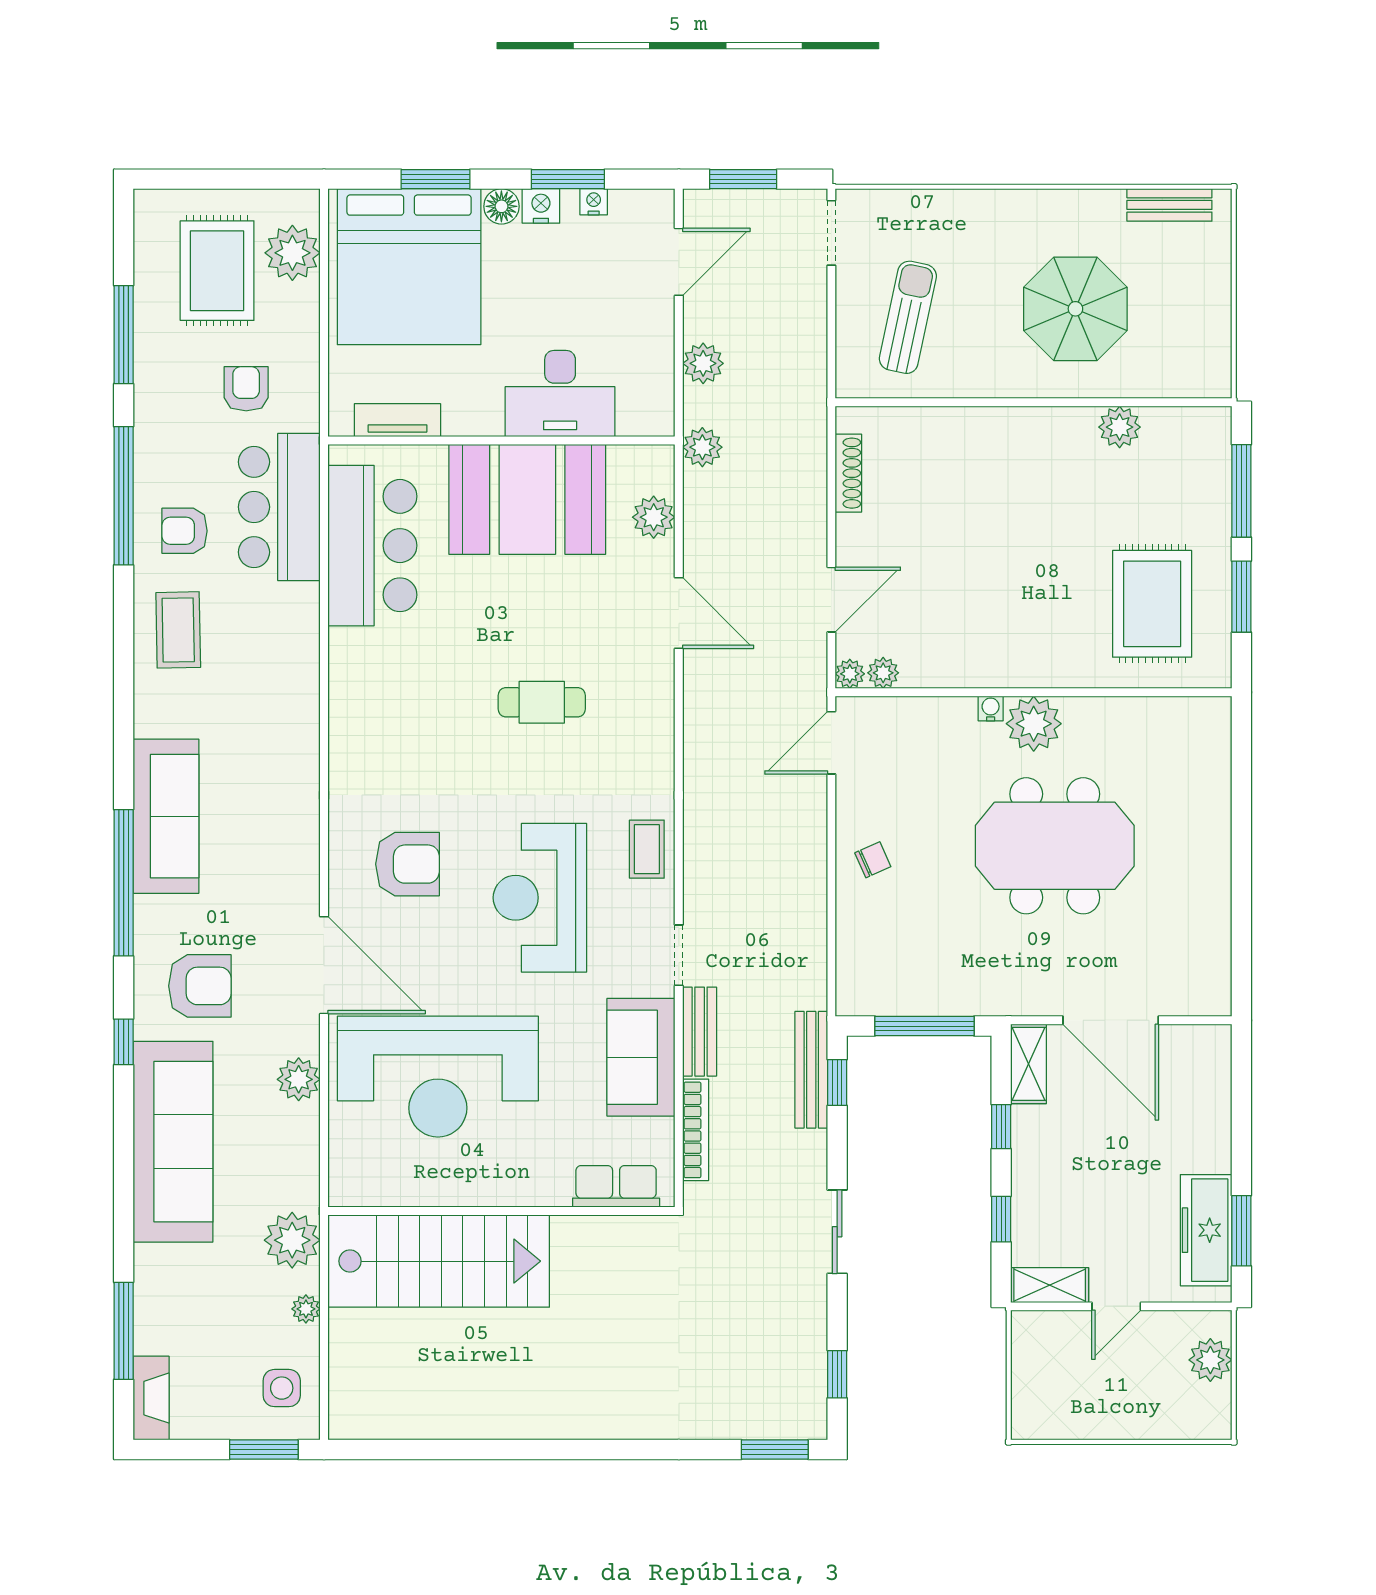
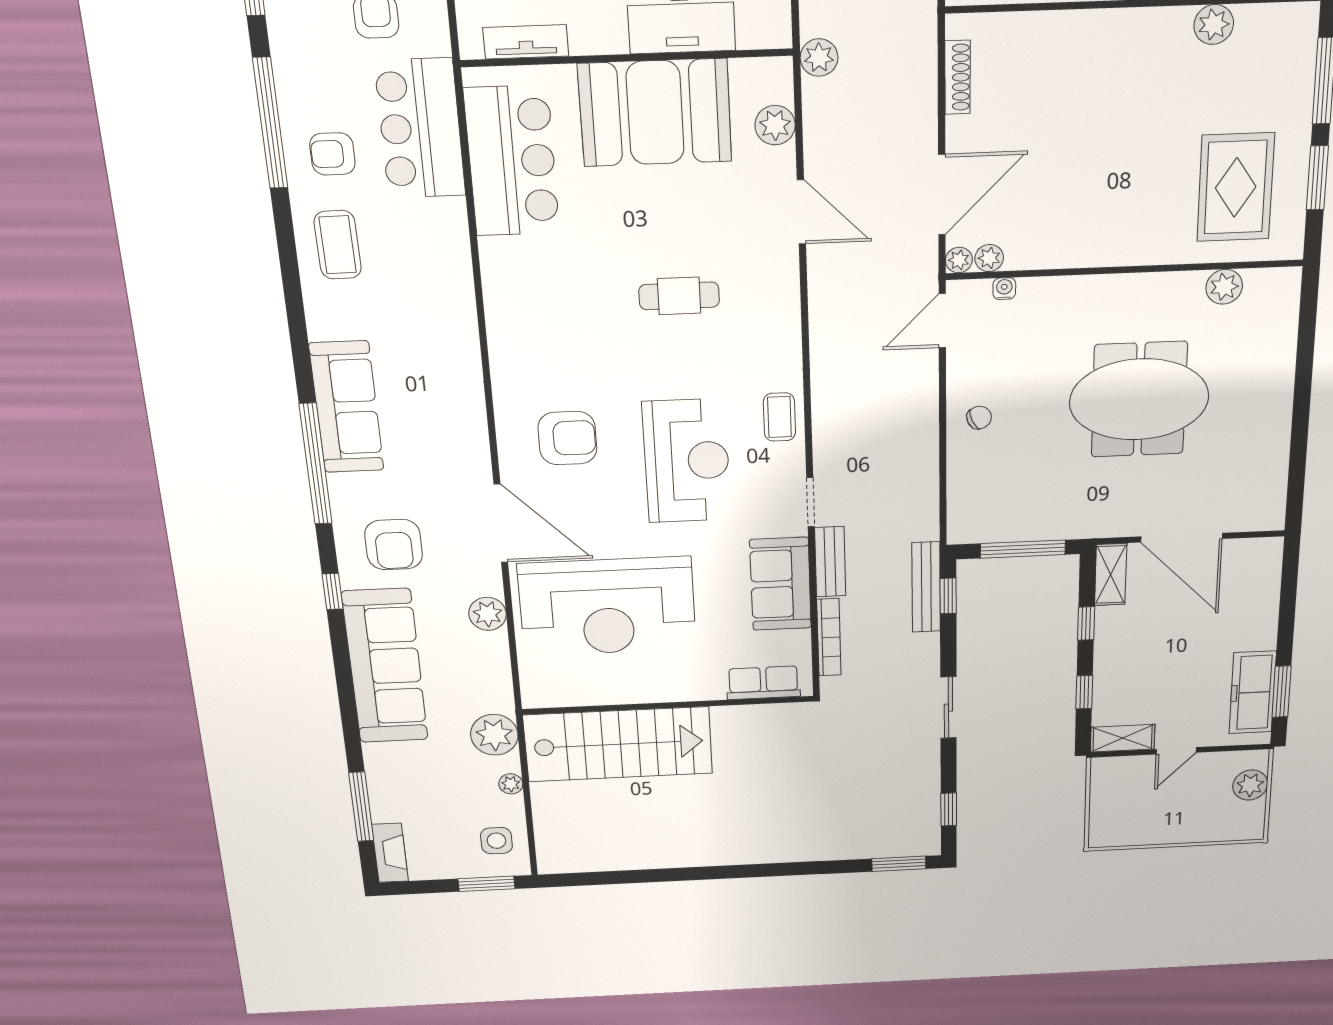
door: (831, 600) -> (942, 195), width x1.36
water cooler: (991, 708) -> (1004, 289), moved
plant: (1034, 724) -> (1224, 287), moved, width x0.73, depth x0.73
reception desk: (540, 898) -> (687, 461), turned 180
armchair: (200, 986) -> (394, 545), turned 90

